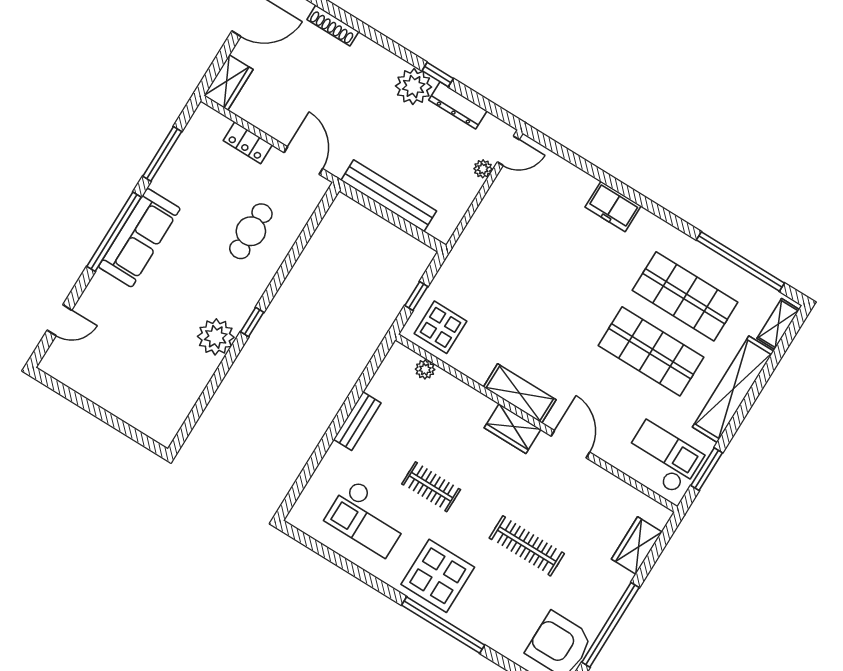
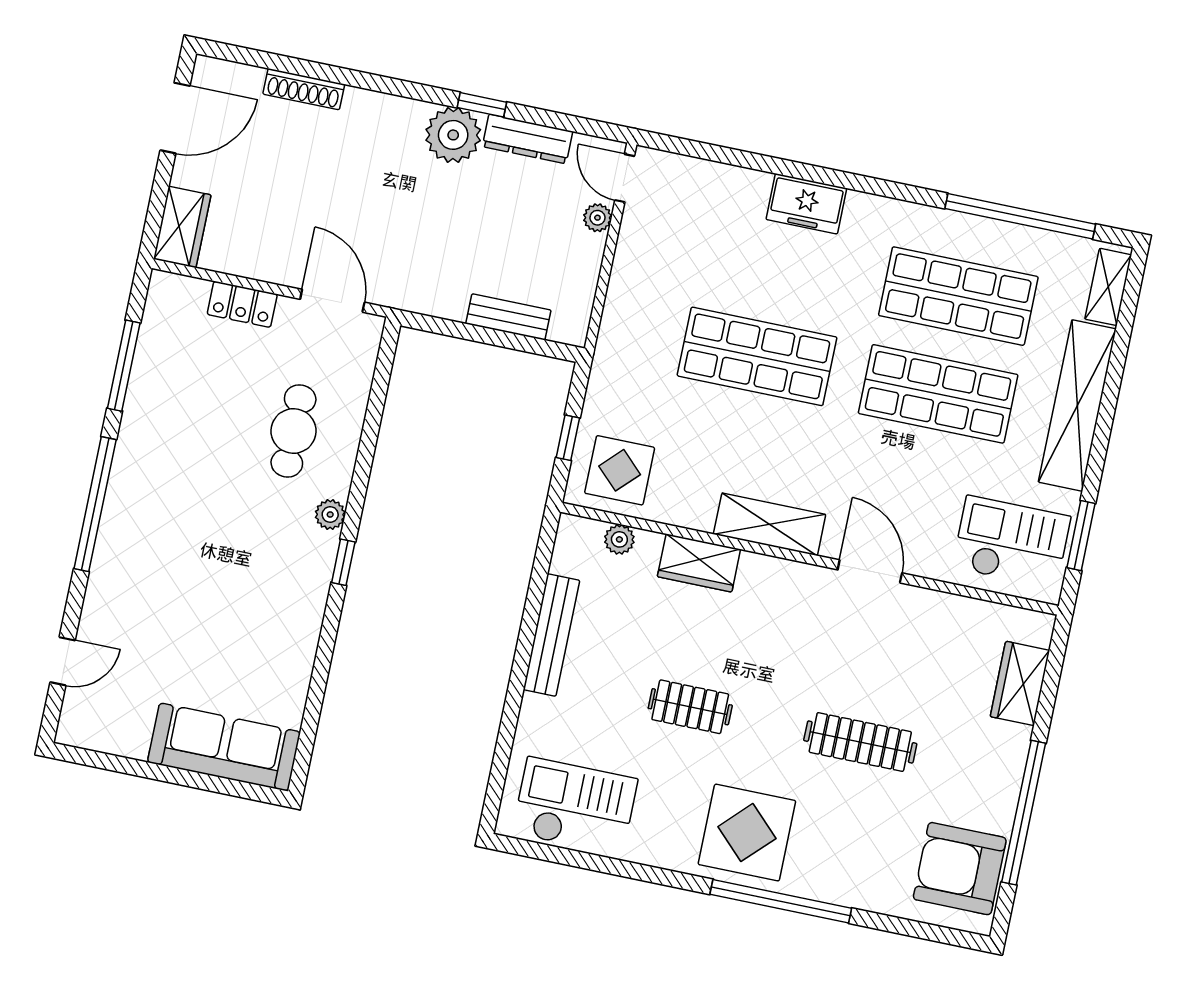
door: (508, 151) -> (625, 178), swing flipped
bench: (389, 196) -> (508, 317), width x0.54, depth x0.82
sofa: (139, 238) -> (224, 747), moved, turned -90
shop shelf: (549, 288) -> (757, 356), added
plant: (216, 337) -> (330, 515), moved, width x0.53, depth x0.53
bench: (357, 421) -> (552, 635), width x1.36
wardrobe: (513, 429) -> (699, 563), moved
checkout: (368, 518) -> (575, 806), moved, turned 180

